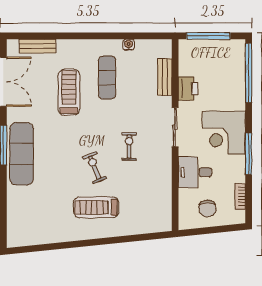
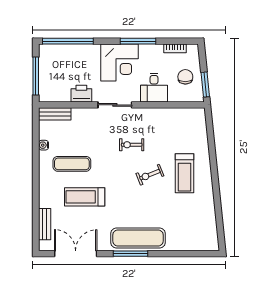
bench: (165, 77) -> (55, 114), moved
chair: (207, 208) -> (185, 77), turned -90
window: (199, 231) -> (205, 84), added

